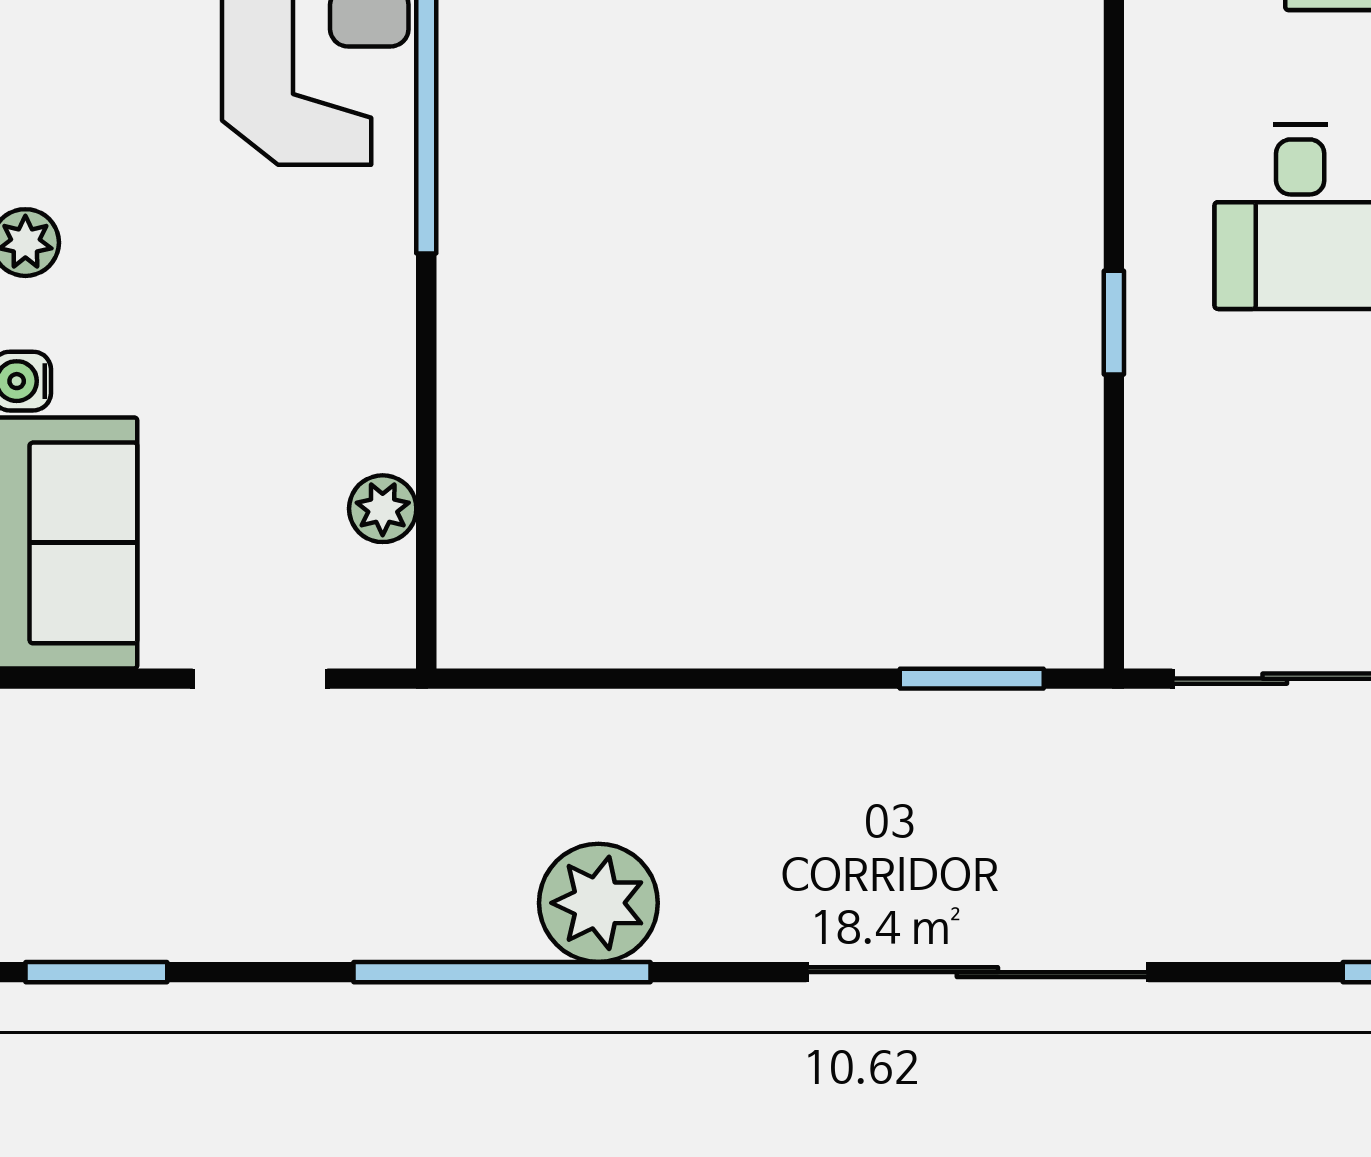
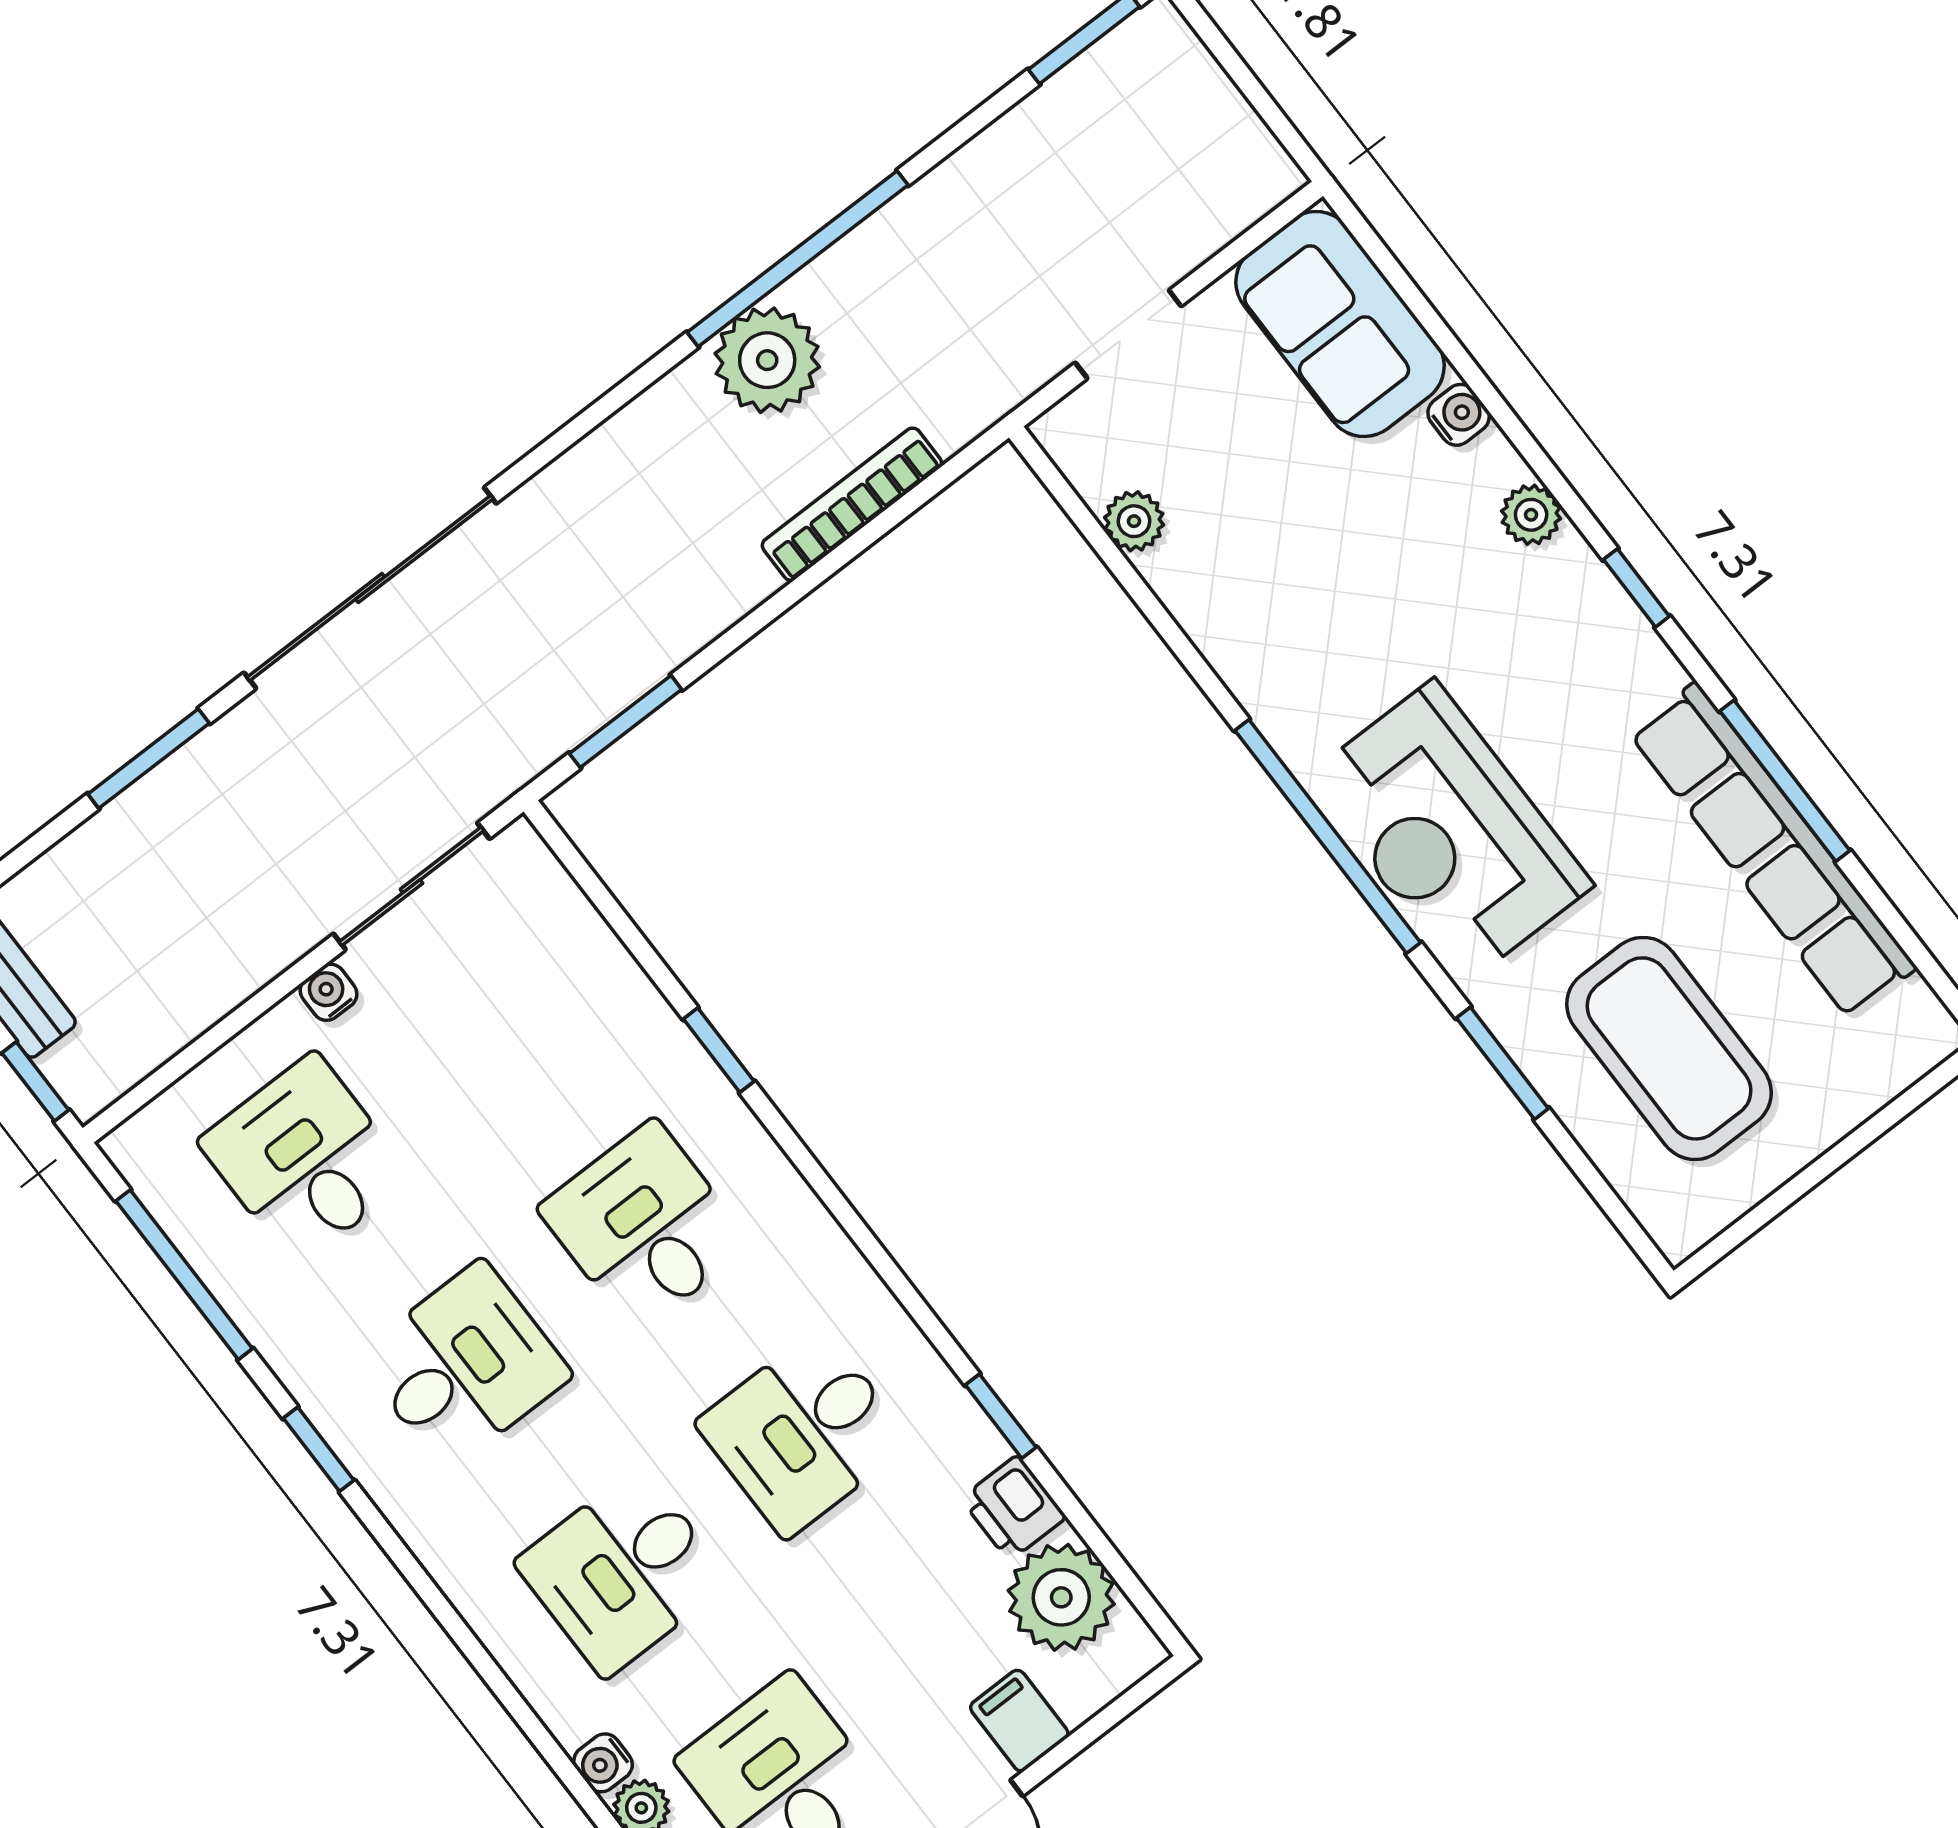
bookcase: (622, 717) -> (852, 504), added
sliding door: (977, 972) -> (370, 588), moved

